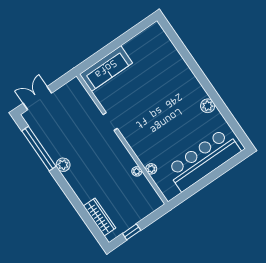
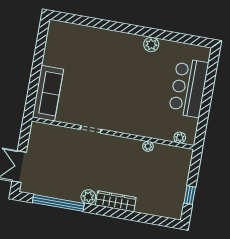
bar counter: (203, 160) -> (189, 88), width x0.73
plant: (151, 169) -> (180, 138), moved
wardrobe: (100, 217) -> (116, 201), moved

